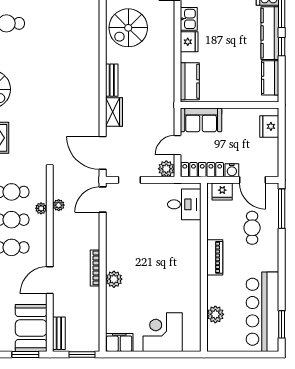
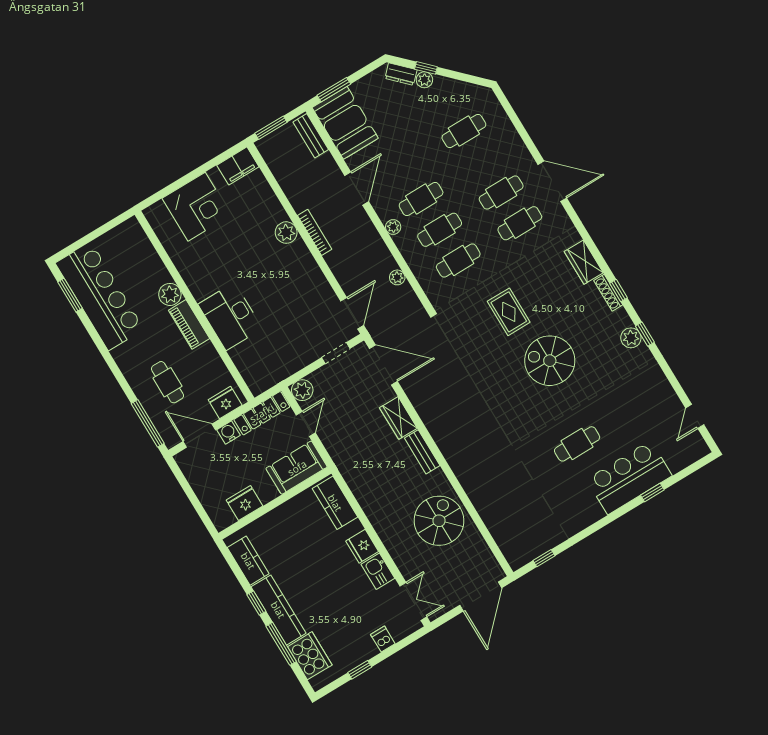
fridge: (269, 126) -> (245, 503), moved, turned -90
desk: (184, 204) -> (230, 316), moved, width x1.37
plant: (41, 208) -> (393, 227), moved
plant: (215, 314) -> (170, 294), moved

